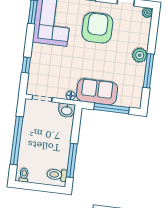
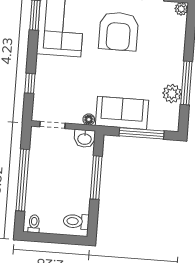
armchair: (97, 28) -> (119, 31), turned 180
plant: (140, 55) -> (172, 94), moved
window: (72, 160) -> (96, 178), moved

